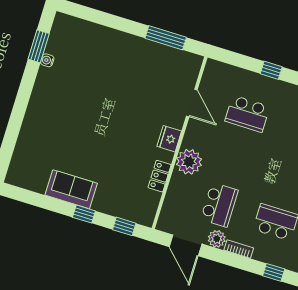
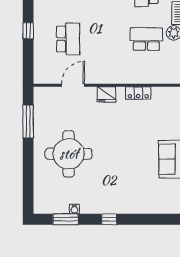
round table: (114, 73) -> (69, 154), added
window: (23, 97) -> (109, 219), added
plant: (189, 162) -> (120, 73), removed

